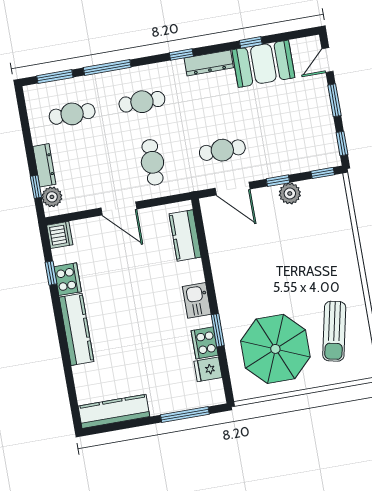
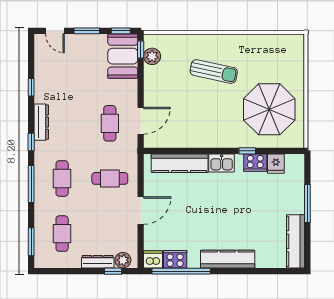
booth: (263, 64) -> (123, 56), moved
window: (107, 67) -> (31, 184), moved
window: (278, 181) -> (141, 85), removed
plant: (290, 193) -> (152, 56), moved
kitchen counter: (185, 235) -> (180, 163), width x1.50
window: (51, 273) -> (181, 271), width x3.17
cooker: (68, 279) -> (175, 259), moved
window: (218, 330) -> (247, 151), width x0.67
sun lounger: (334, 331) -> (214, 71), moved
window: (185, 414) -> (307, 203), moved

